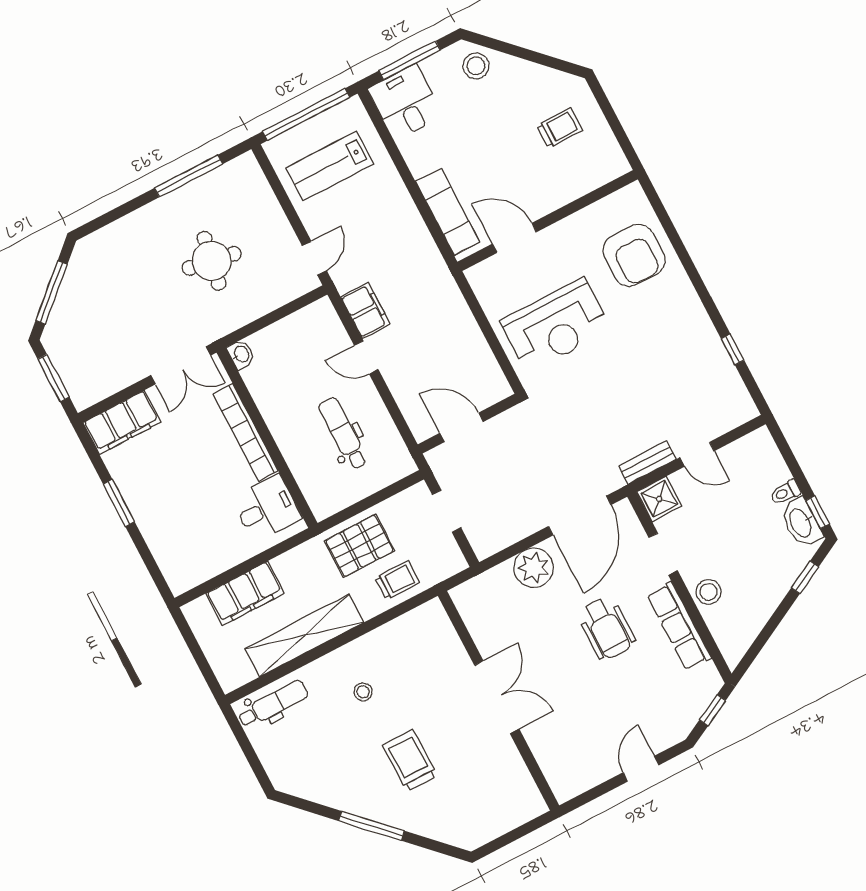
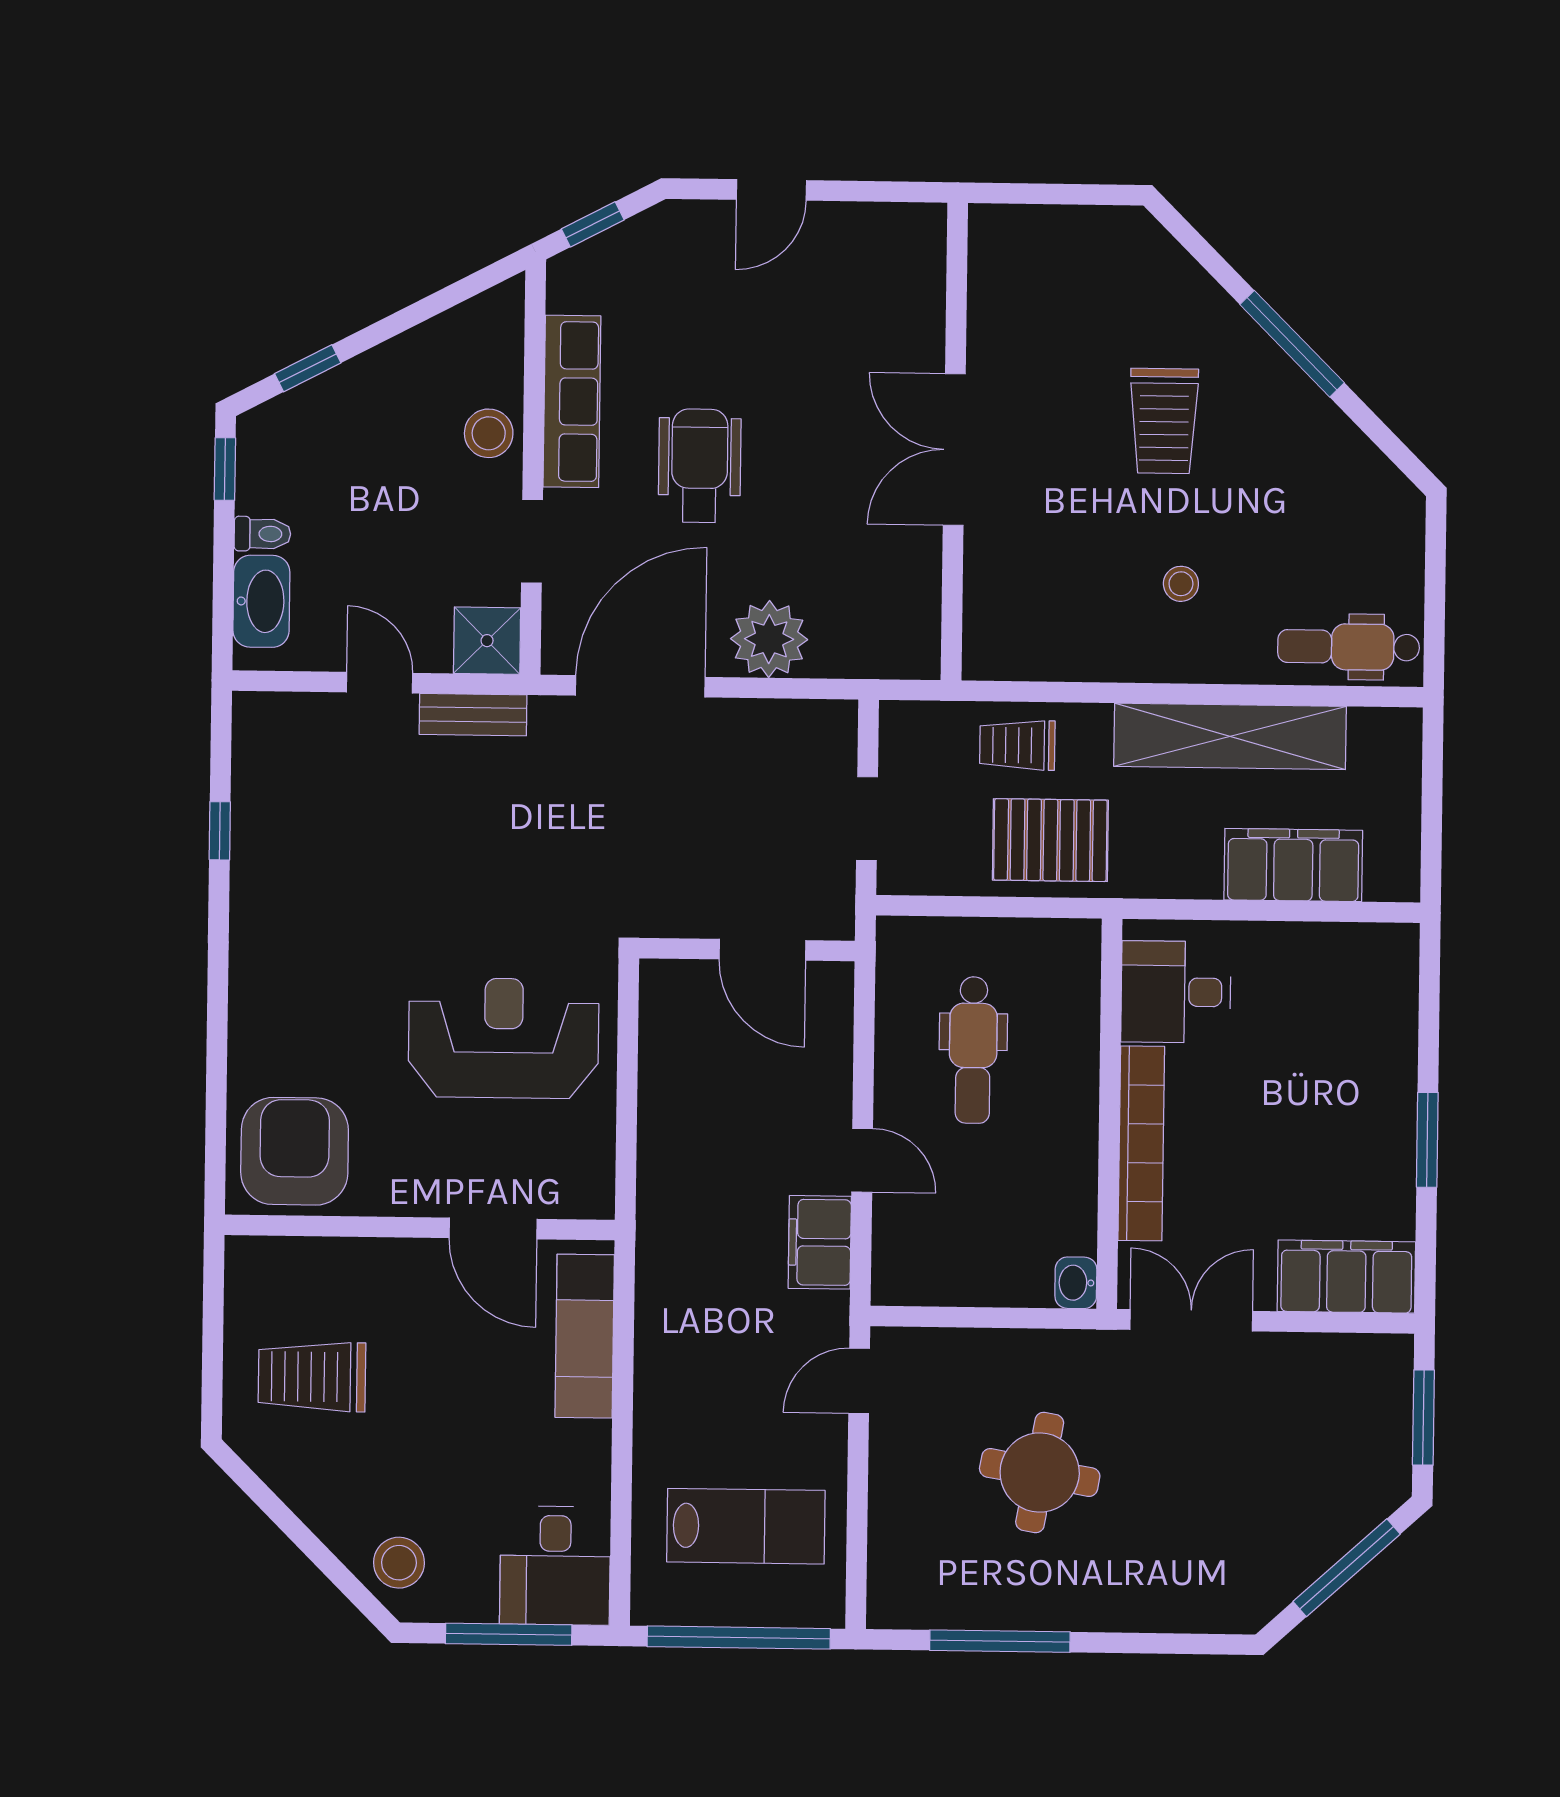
trolley: (560, 128) -> (312, 1377), width x1.36, depth x1.39
armchair: (634, 255) -> (295, 1151), moved
washbasin: (801, 523) -> (261, 601), moved

